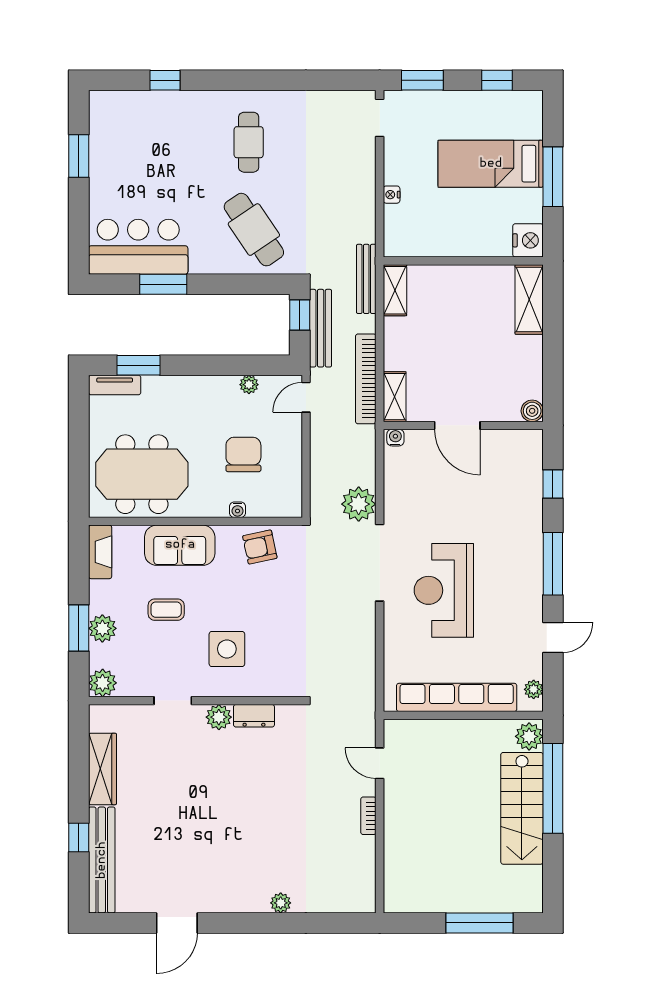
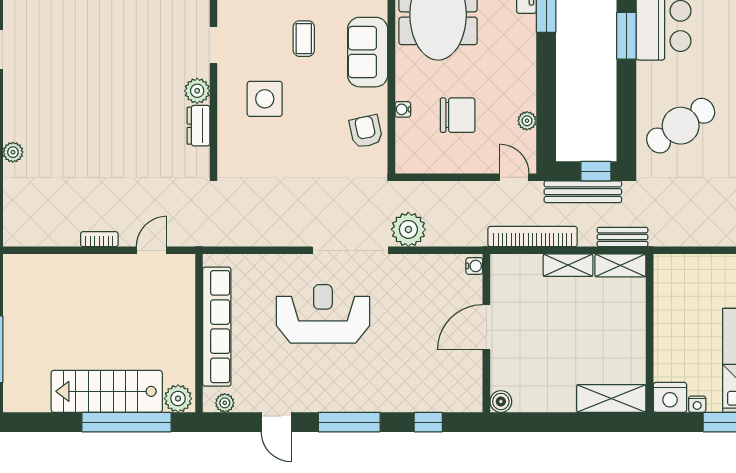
nightstand: (392, 195) -> (697, 404), moved, turned 180
bench: (366, 279) -> (622, 237), width x0.73
shelving: (395, 397) -> (568, 265), moved

